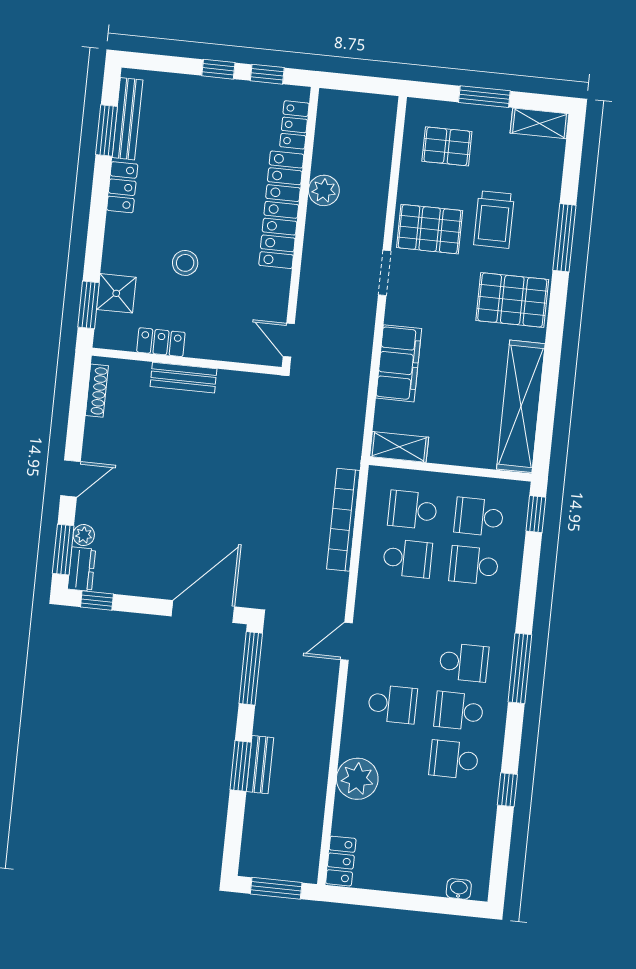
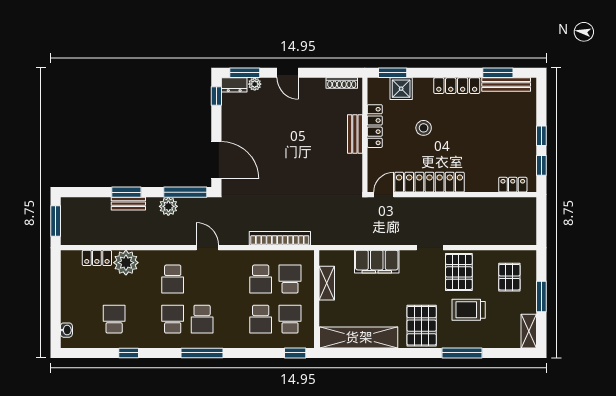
locker: (122, 187) -> (457, 86), width x1.53
plant: (324, 190) -> (168, 206), moved
locker: (281, 210) -> (429, 182), moved
locker: (161, 342) -> (375, 126), width x1.53
shelving: (399, 447) -> (327, 283), moved
school desk: (474, 565) -> (261, 319), turned 180
school desk: (454, 760) -> (114, 319), moved
locker: (341, 861) -> (97, 258), moved

